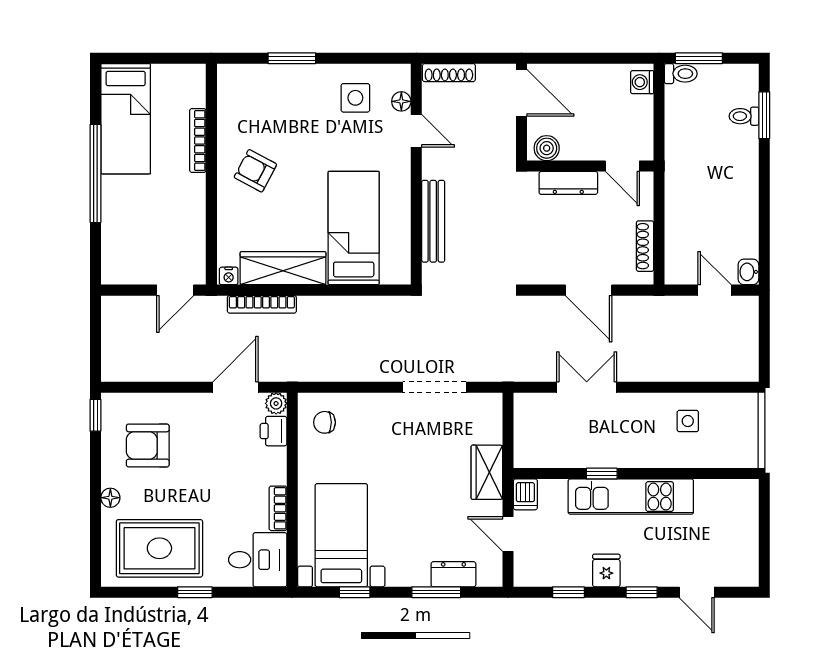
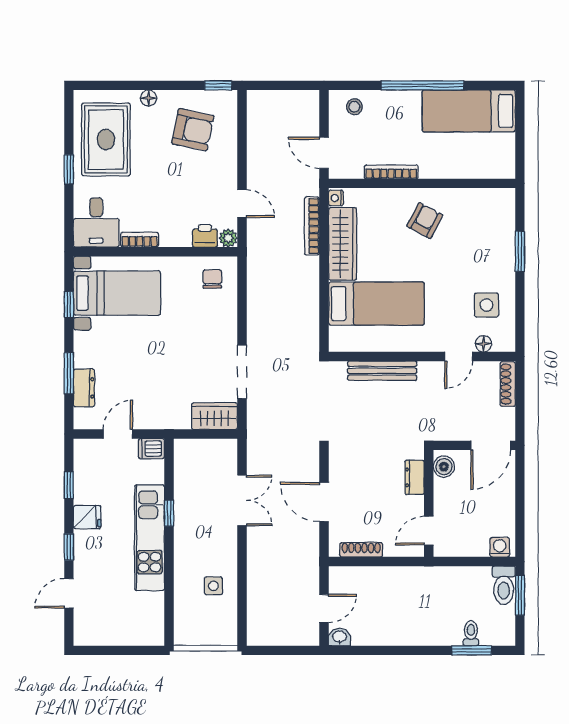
toilet: (681, 74) -> (504, 585), width x1.37, depth x1.39
bookcase: (198, 141) -> (391, 172), moved
dresser: (568, 183) -> (415, 477), width x0.70
stool: (121, 254) -> (354, 107), added
door: (589, 290) -> (324, 502), hinge flipped
door: (235, 387) -> (242, 204), width x0.73
armchair: (148, 445) -> (193, 130), turned 102
wardrobe: (487, 472) -> (214, 416), moved

